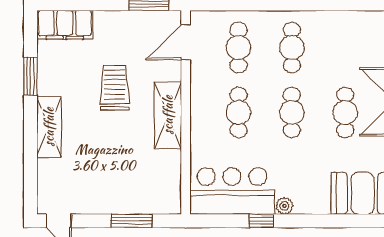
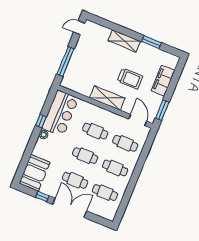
filing cabinet: (65, 25) -> (163, 81), moved
cafe table: (345, 48) -> (105, 193), added
window: (132, 221) -> (65, 61), width x1.44

